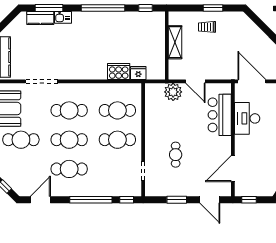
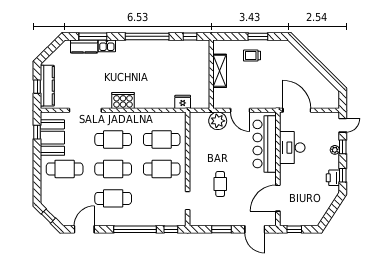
cooker: (119, 72) -> (123, 100), moved
bar counter: (220, 115) -> (265, 144), width x1.36

